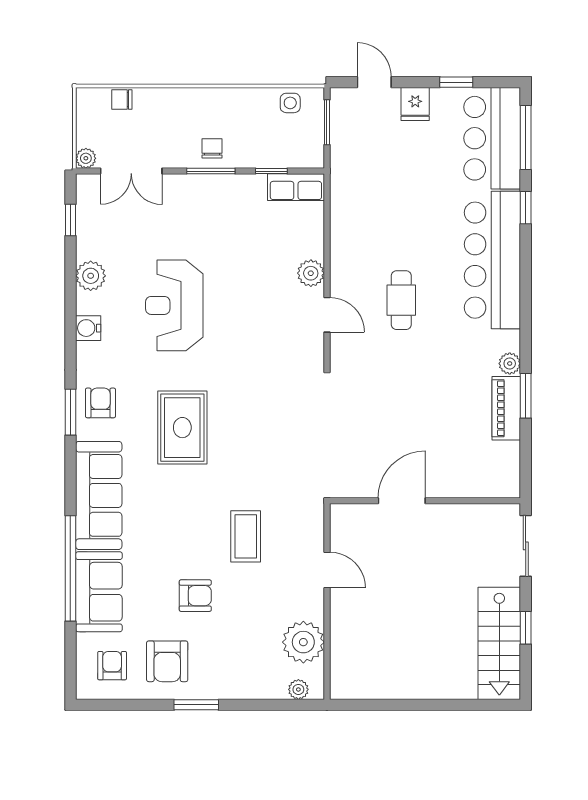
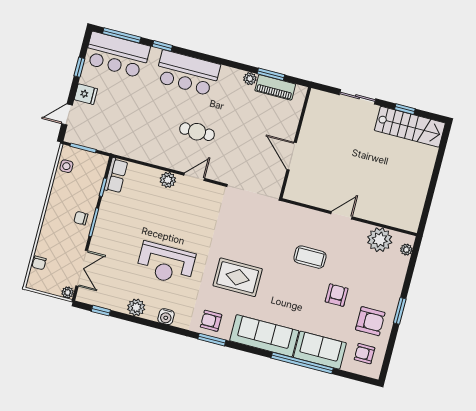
bar counter: (492, 260) -> (188, 73), width x0.73
door: (402, 501) -> (292, 156), moved
wall: (425, 501) -> (295, 143), moved

